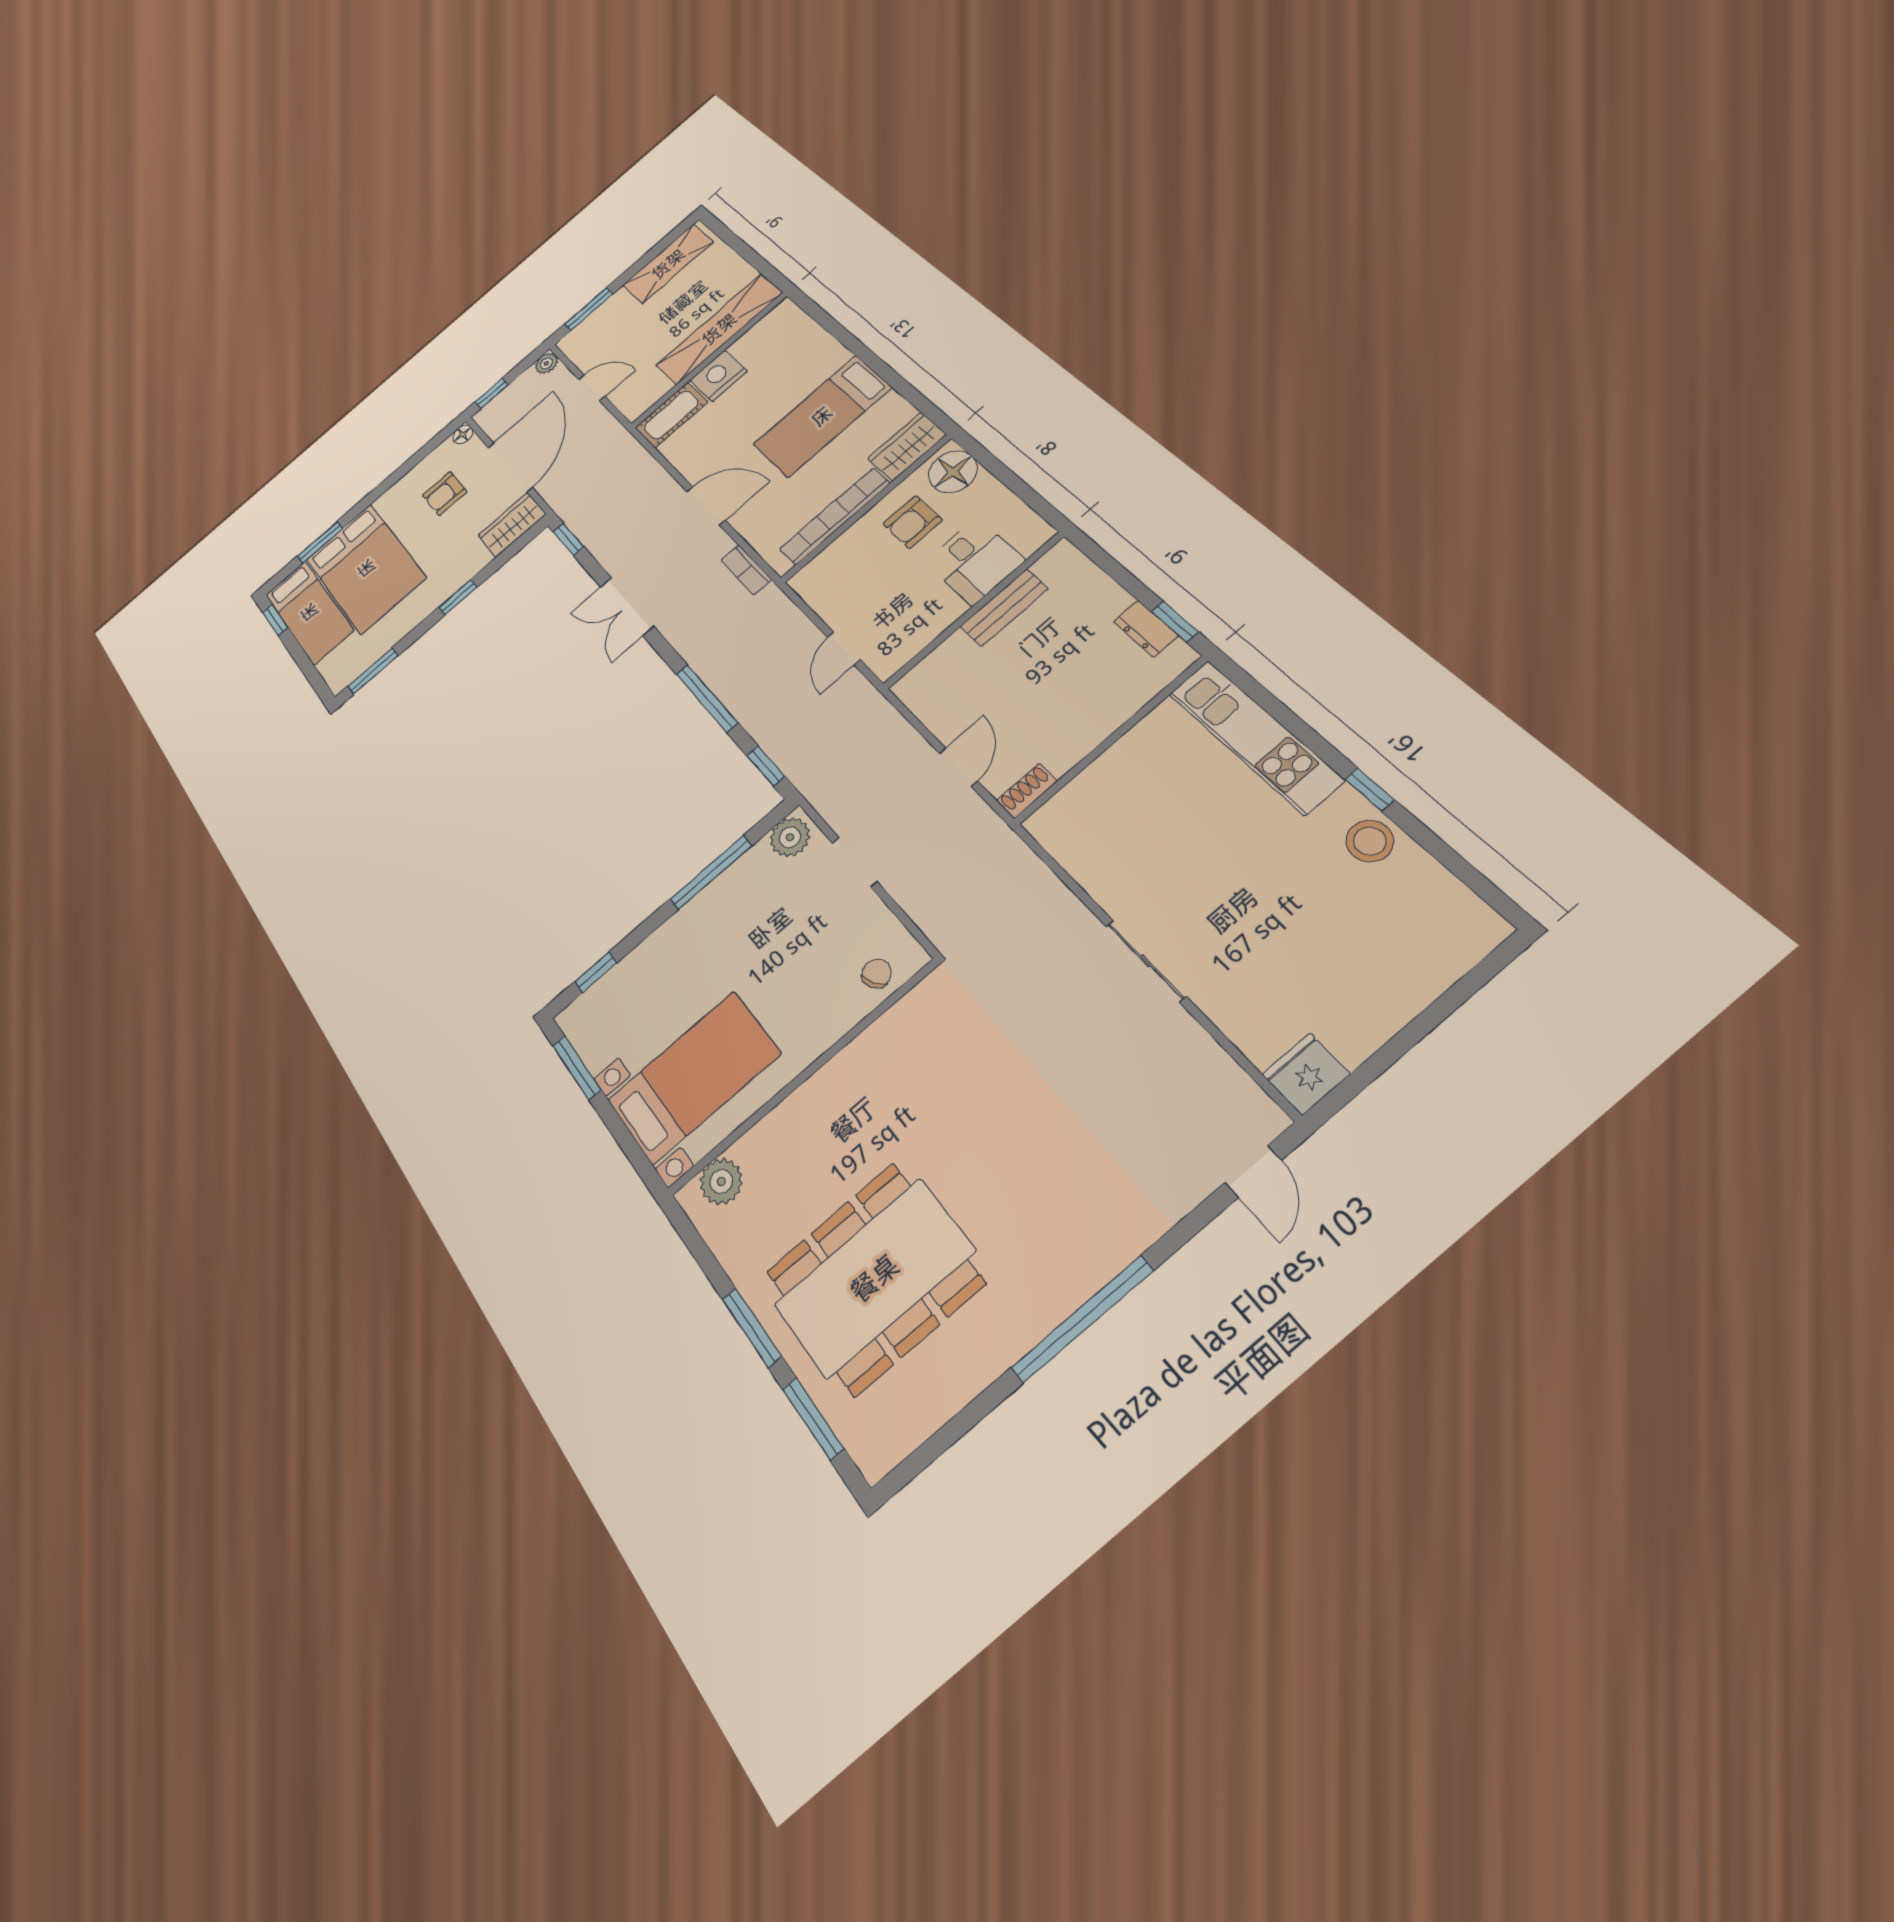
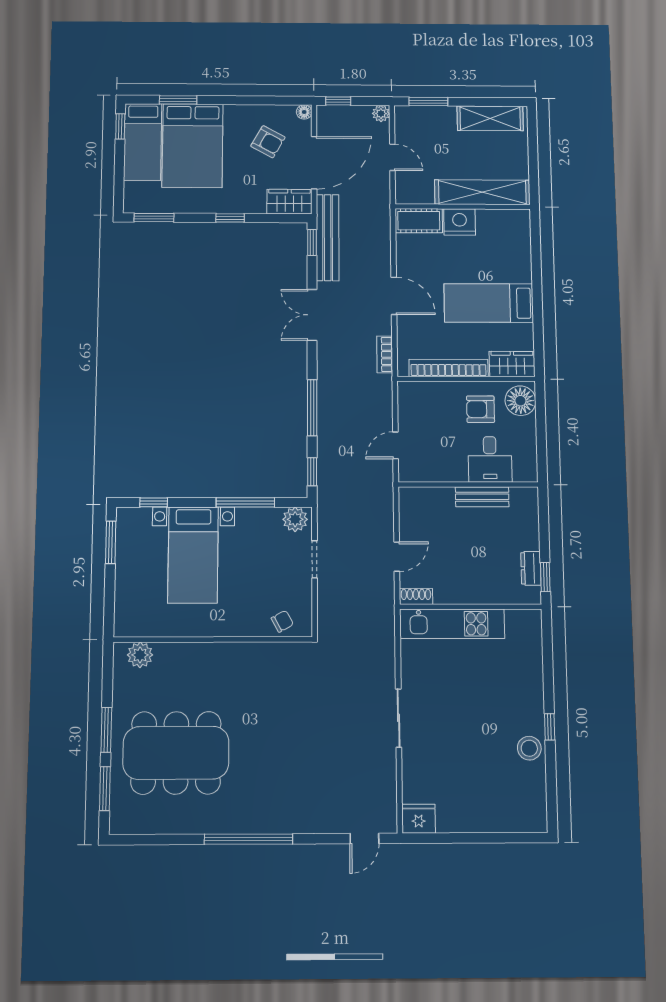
armchair: (445, 494) -> (268, 142), turned -151
bench: (582, 519) -> (328, 238), added
kitchen unit: (1255, 736) -> (452, 624), moved, turned -90
bed with nightstands: (694, 1077) -> (193, 555), moved, turned 90

